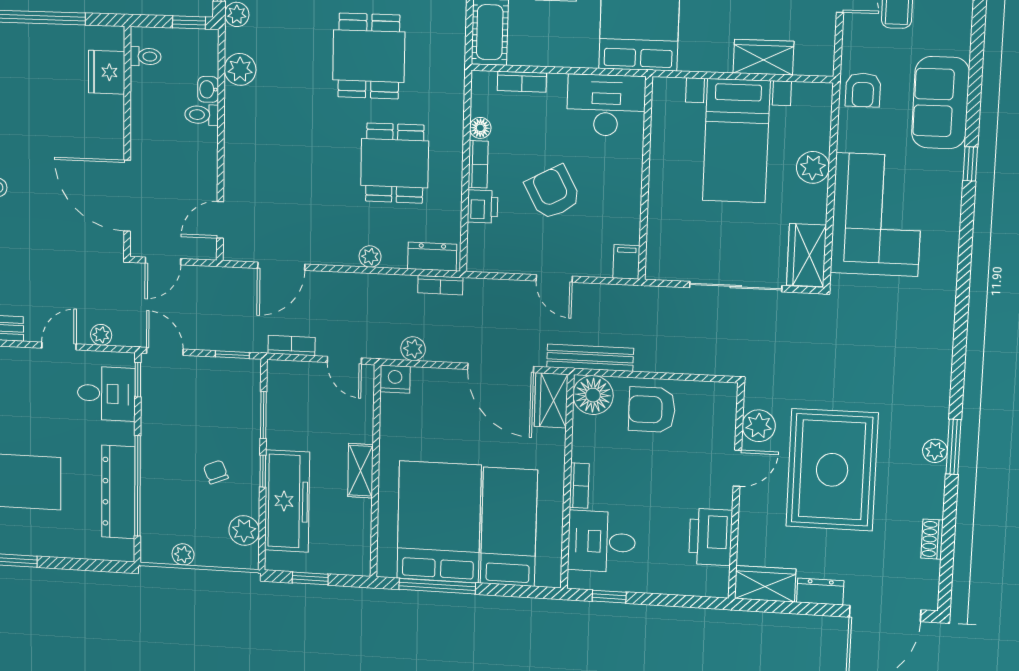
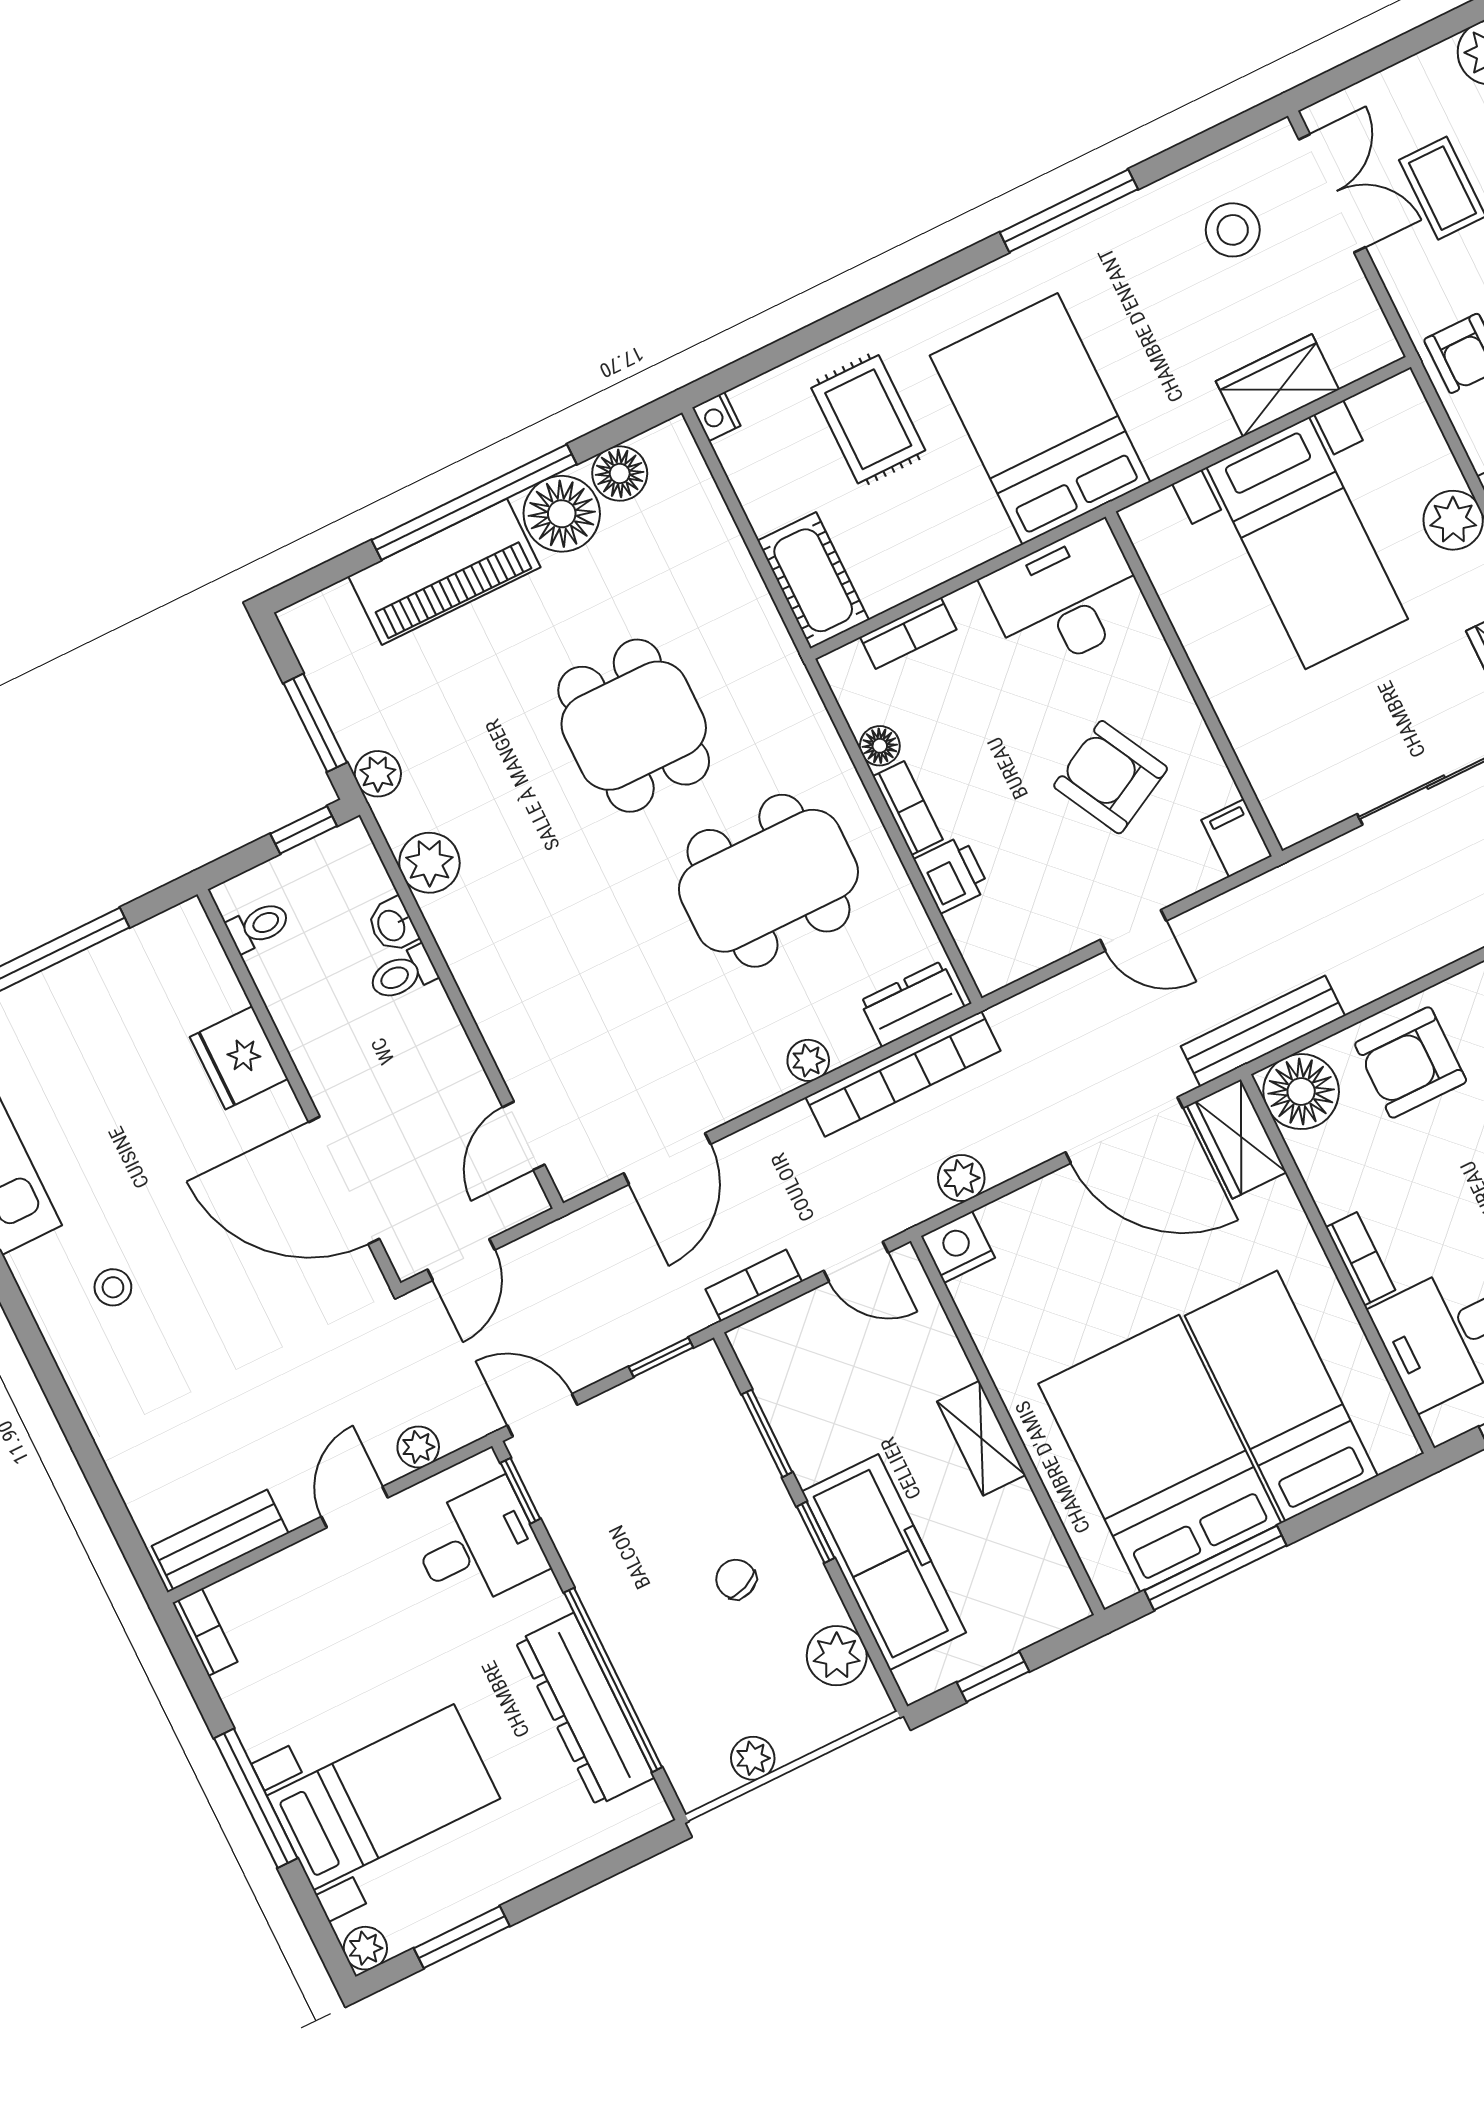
fridge: (107, 72) -> (239, 1058), moved
dining table: (395, 163) -> (768, 881), width x1.38
armchair: (553, 192) -> (1111, 777), moved
bookcase: (440, 285) -> (903, 1074), width x2.31, depth x1.31

